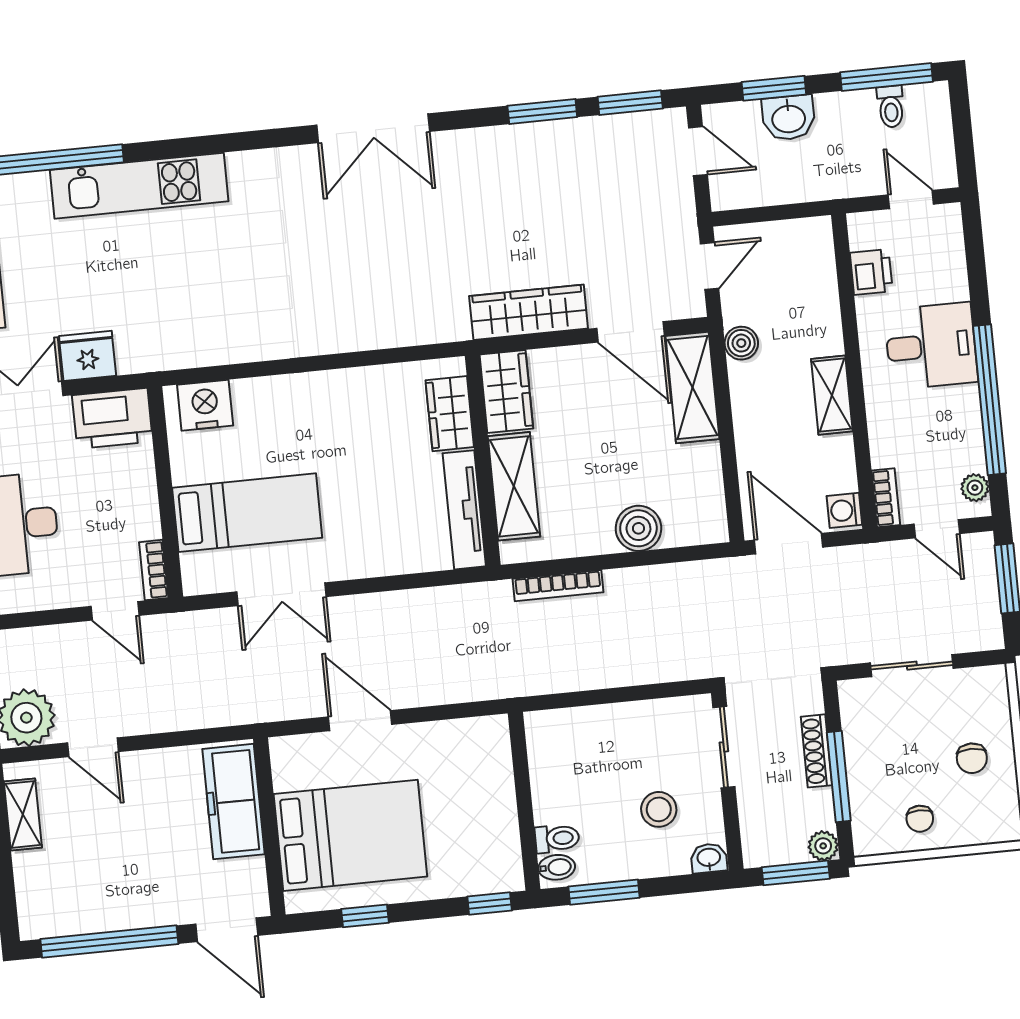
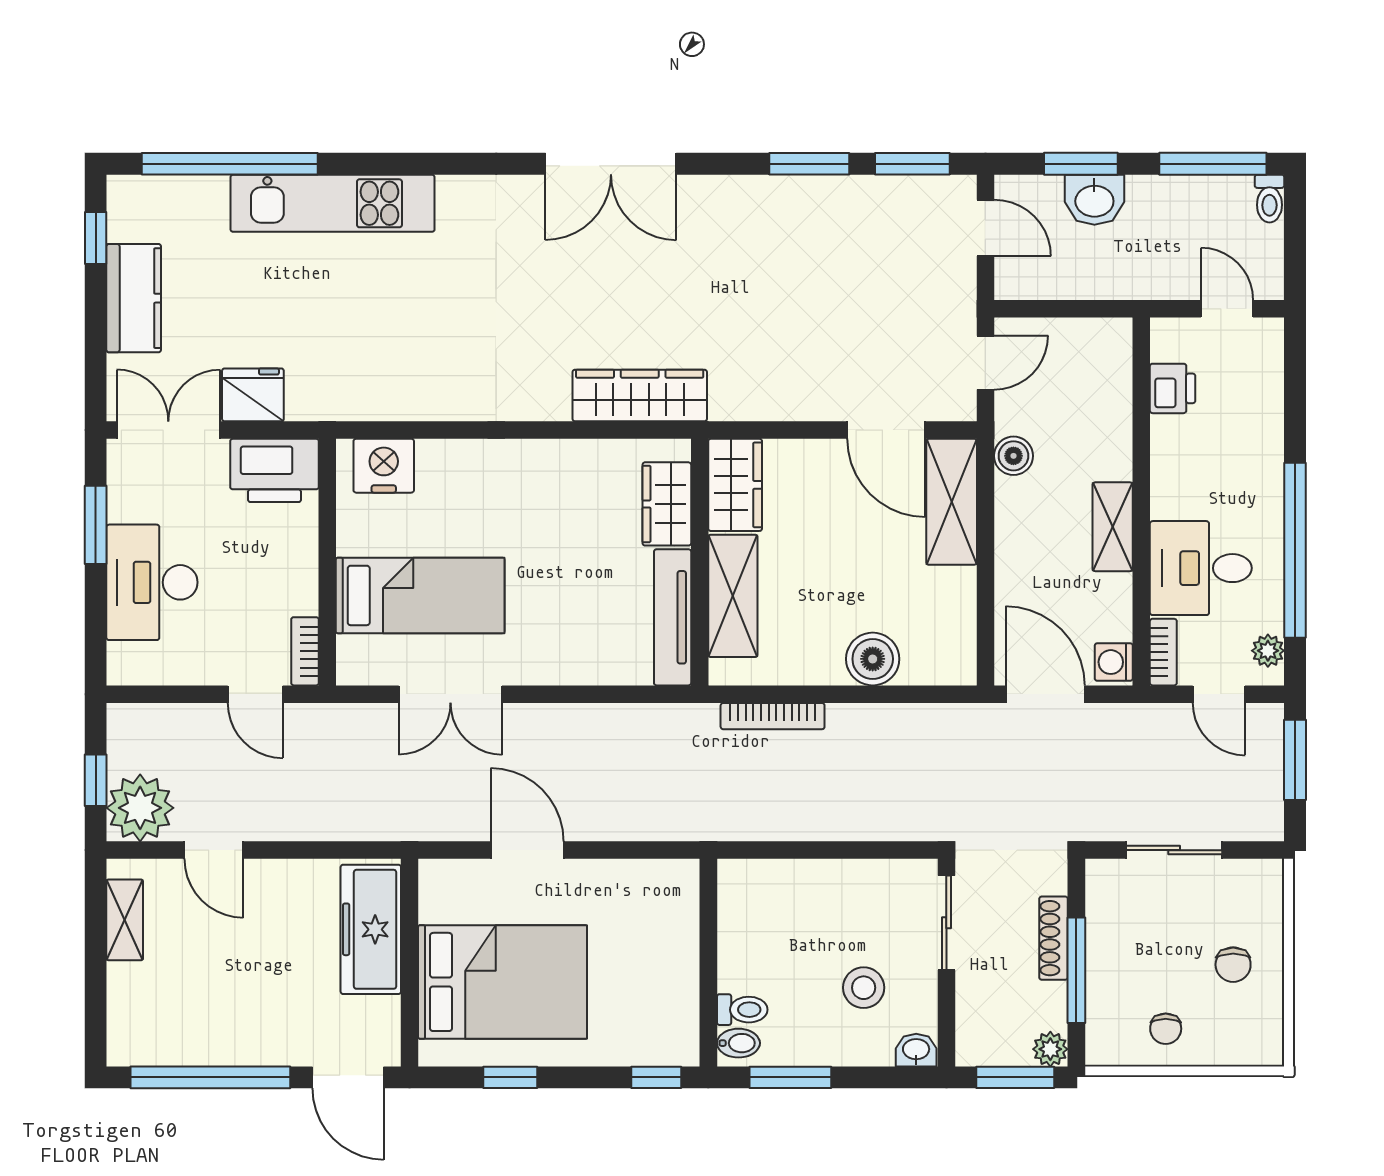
toilet: (891, 107) -> (1269, 199), moved
wardrobe: (529, 312) -> (640, 395), moved
desk: (931, 346) -> (1201, 568), moved, turned 180

